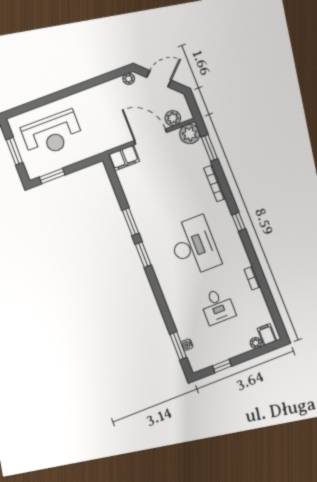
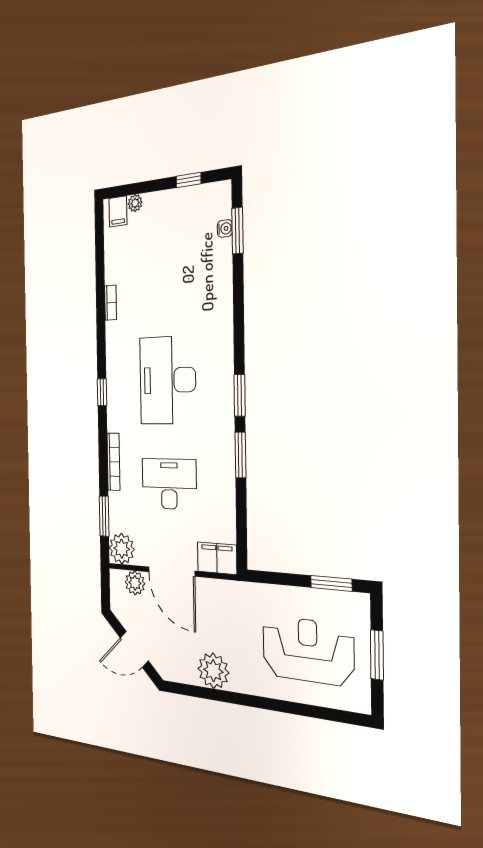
plant: (129, 79) -> (213, 671), moved, width x1.87, depth x1.87
desk: (218, 306) -> (169, 484), moved, width x1.37

